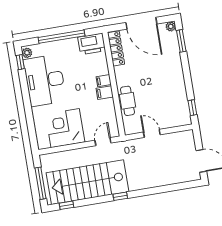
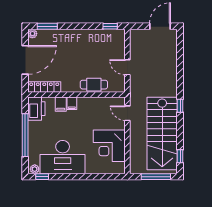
filing cabinet: (105, 93) -> (61, 104), moved
door: (152, 133) -> (127, 67), hinge flipped

